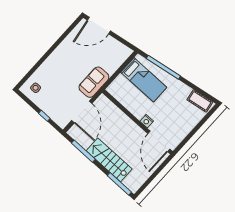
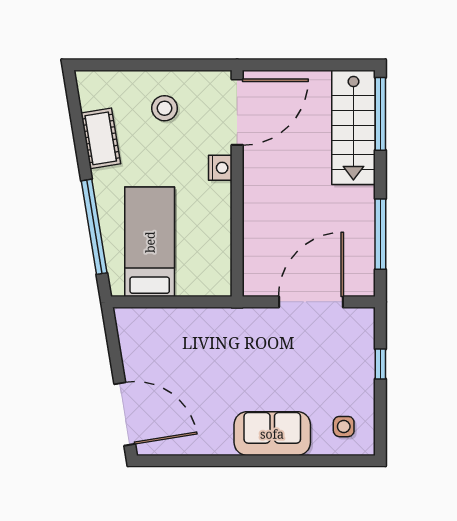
sofa: (94, 82) -> (272, 434), moved, turned 180
cot: (200, 101) -> (101, 138), moved
stool: (180, 121) -> (165, 108), added
stairs: (109, 160) -> (353, 127), moved

